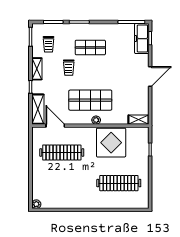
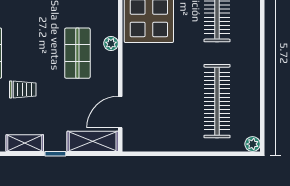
shop shelf: (90, 100) -> (77, 53), width x0.70, depth x0.74
clothes rail: (62, 152) -> (217, 101), moved

